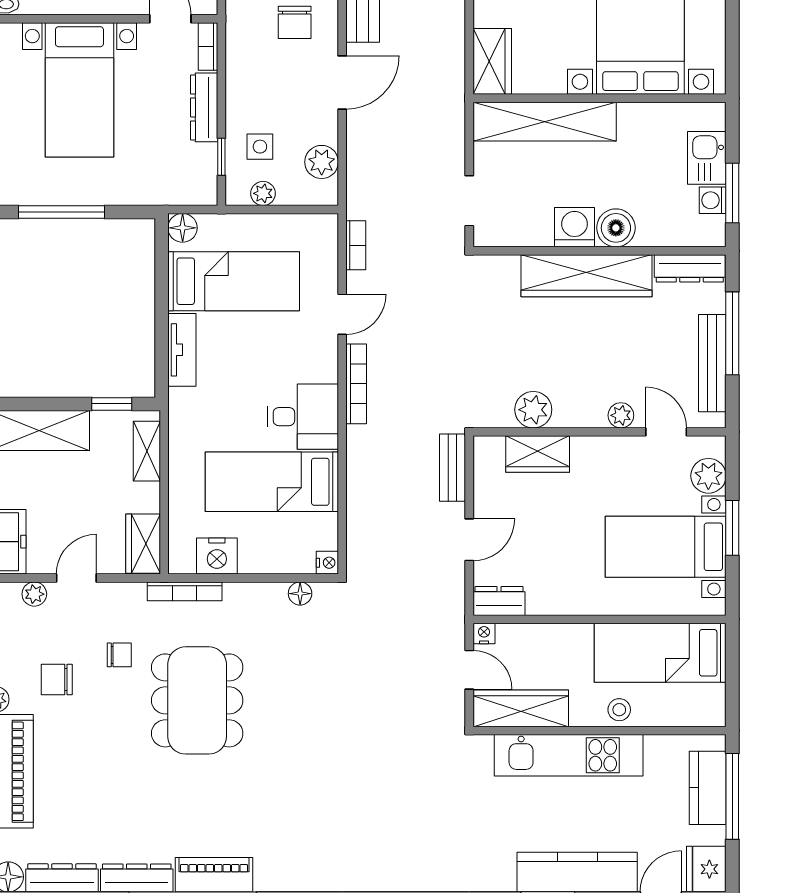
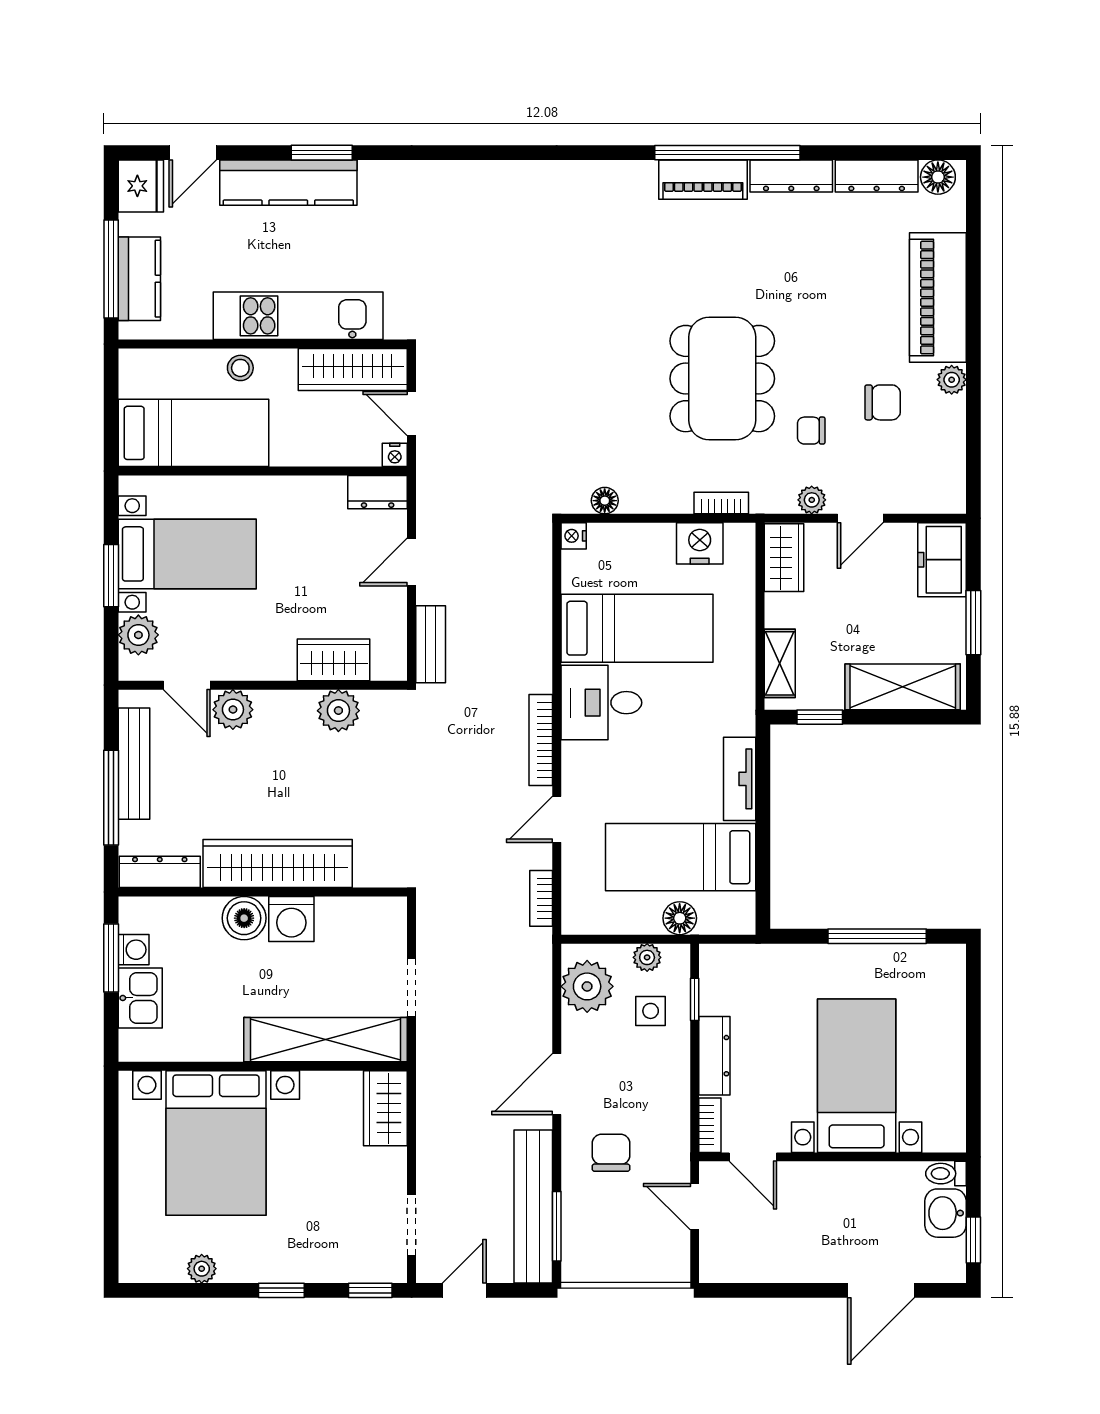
plant: (322, 162) -> (587, 986), width x1.36, depth x1.36
doorway: (469, 201) -> (412, 988), moved
floor lamp: (183, 228) -> (680, 918), moved
plant: (621, 415) -> (233, 710), width x1.38, depth x1.38
bookcase: (185, 591) -> (721, 503), width x0.64
plant: (34, 594) -> (812, 500), moved

